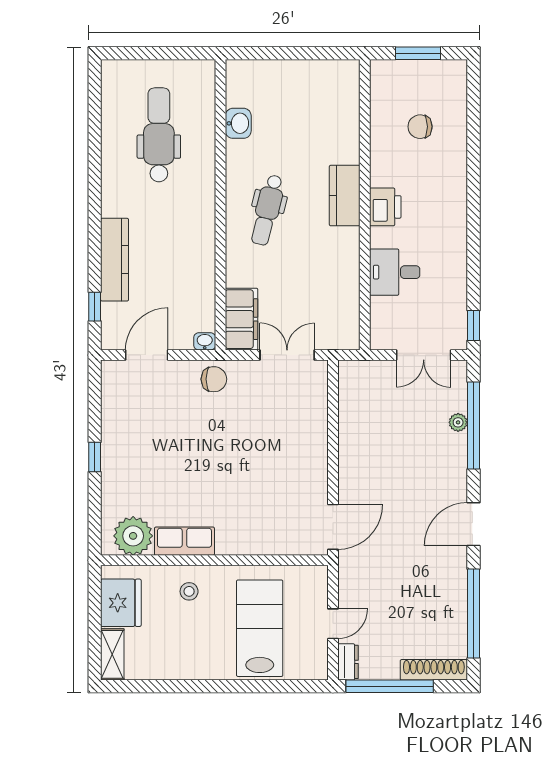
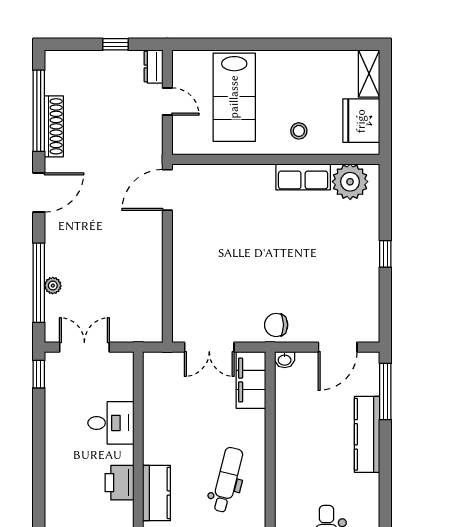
window: (95, 307) -> (385, 391), width x2.17
door: (333, 624) -> (167, 101), swing flipped
shoe rack: (434, 670) -> (54, 126), moved, turned -90
window: (390, 686) -> (115, 44), width x0.32

